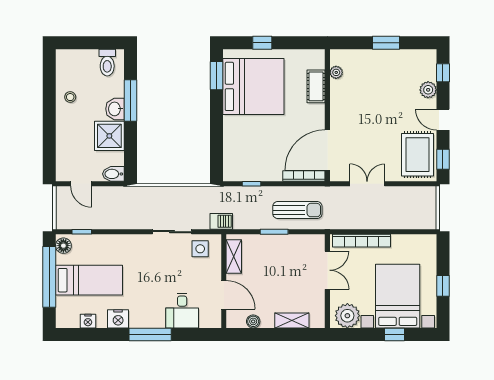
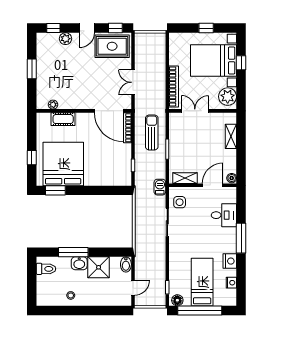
boiler: (253, 321) -> (232, 178), moved

